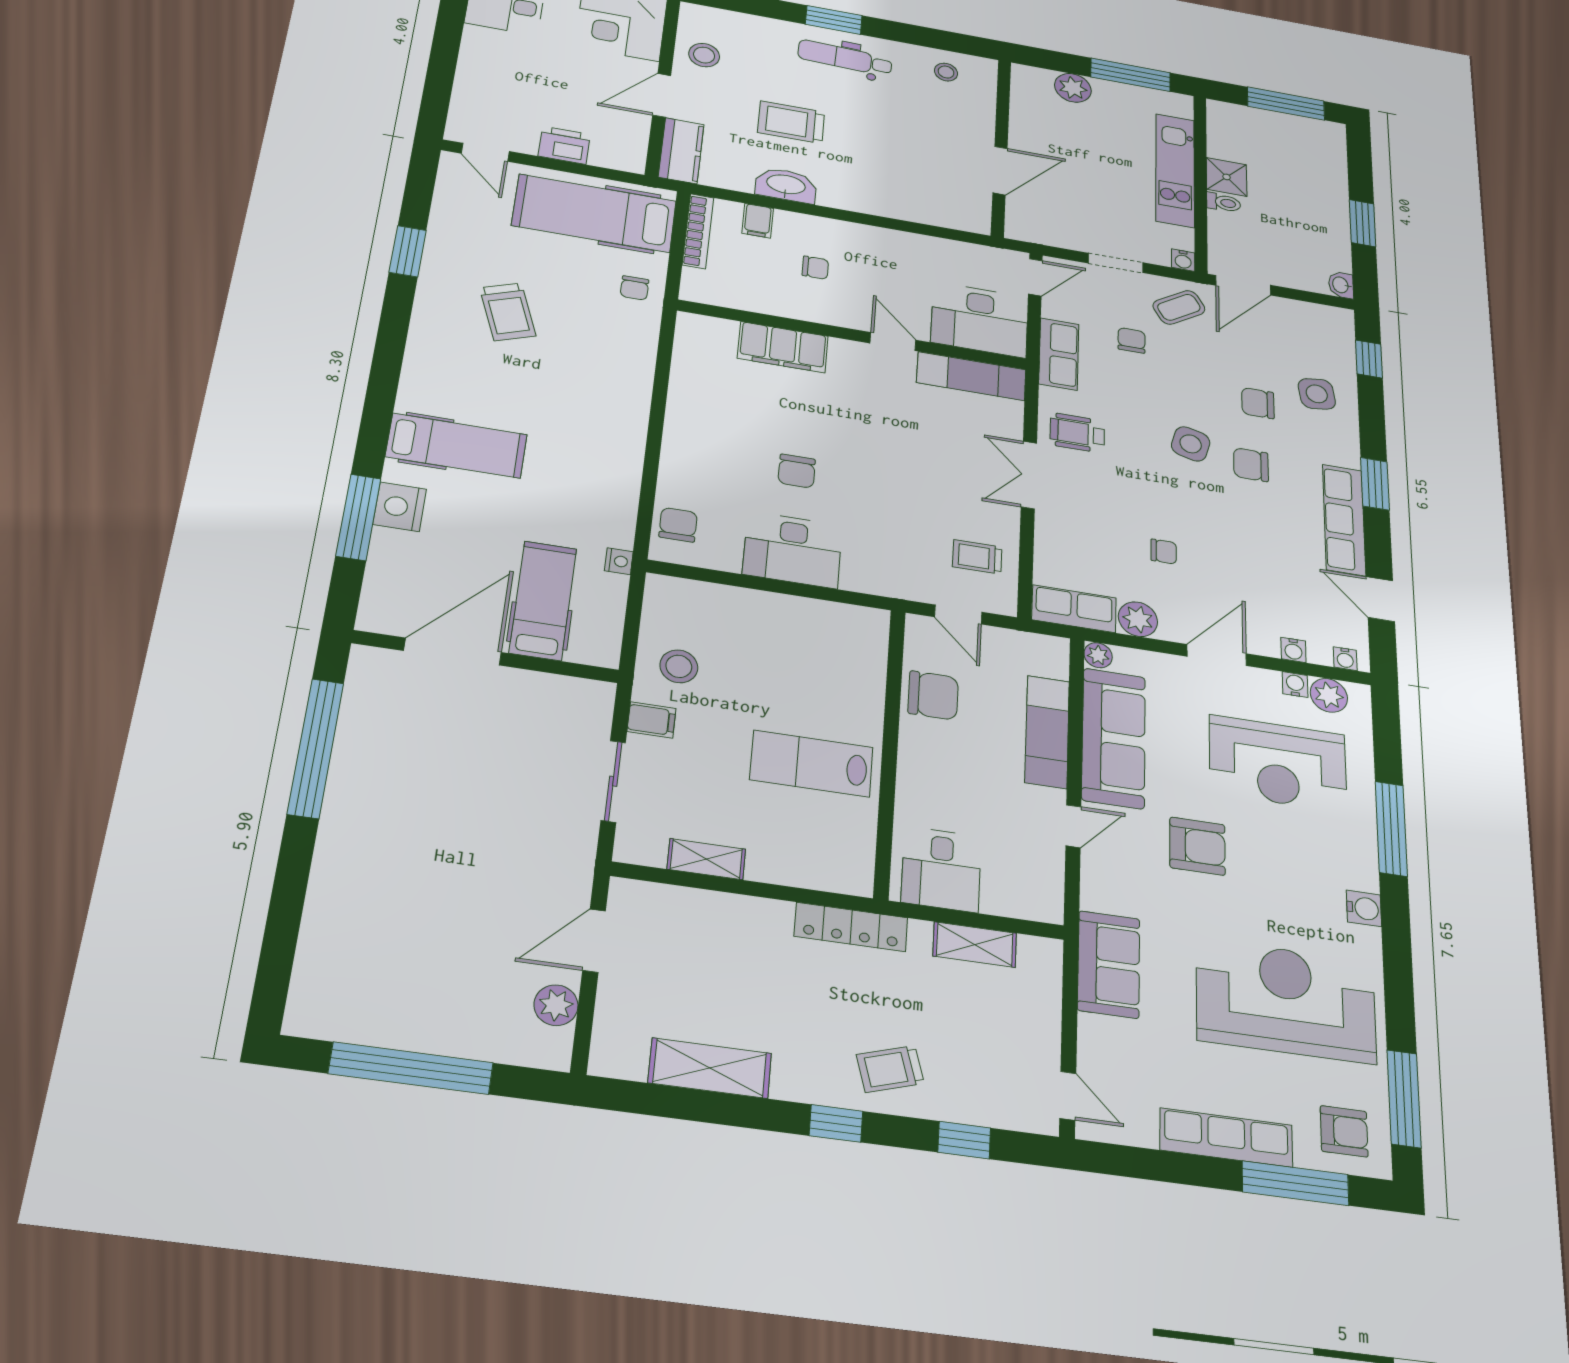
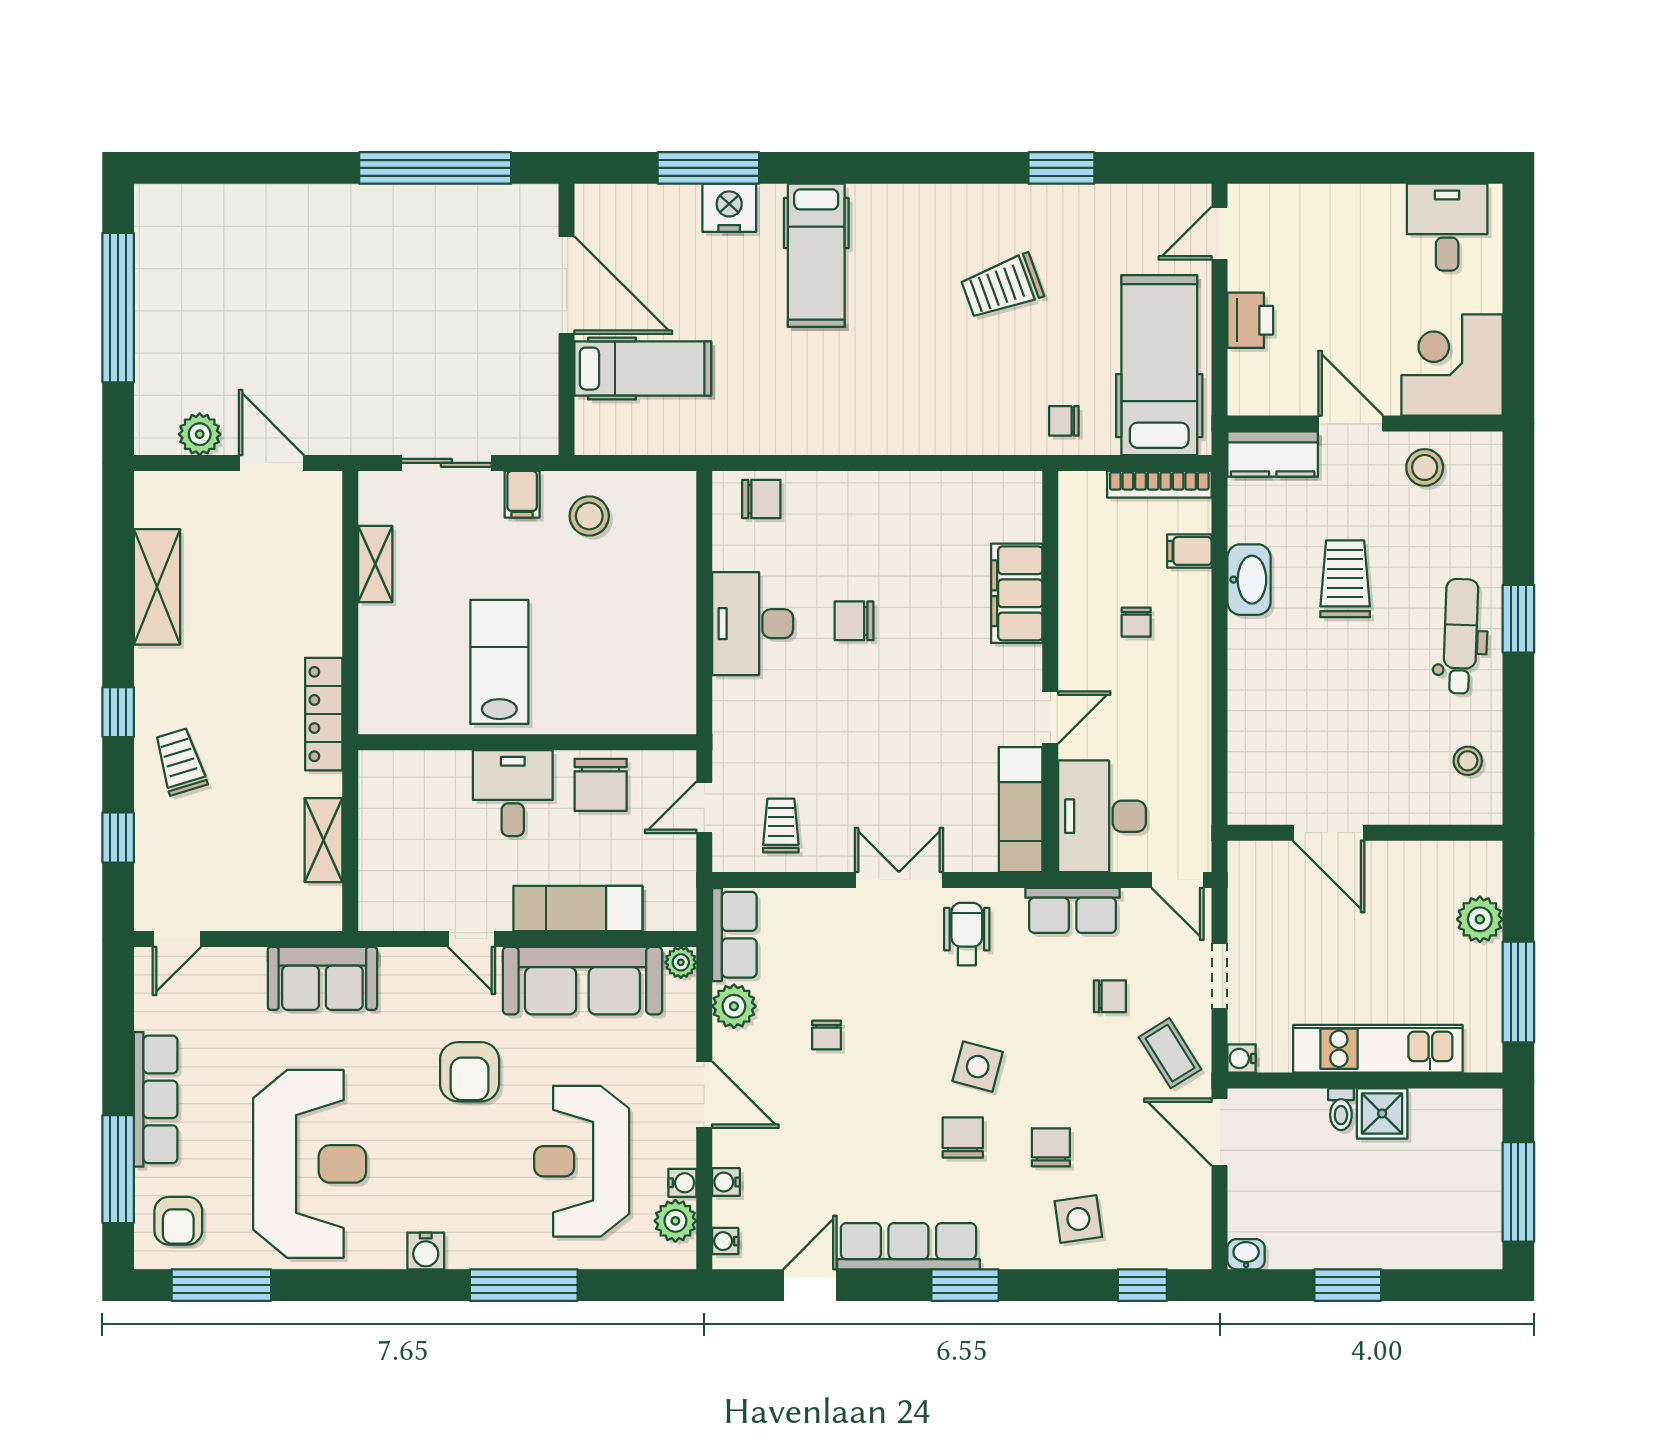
nightstand: (619, 561) -> (705, 441), removed
desk: (941, 869) -> (513, 793), moved, turned 90

